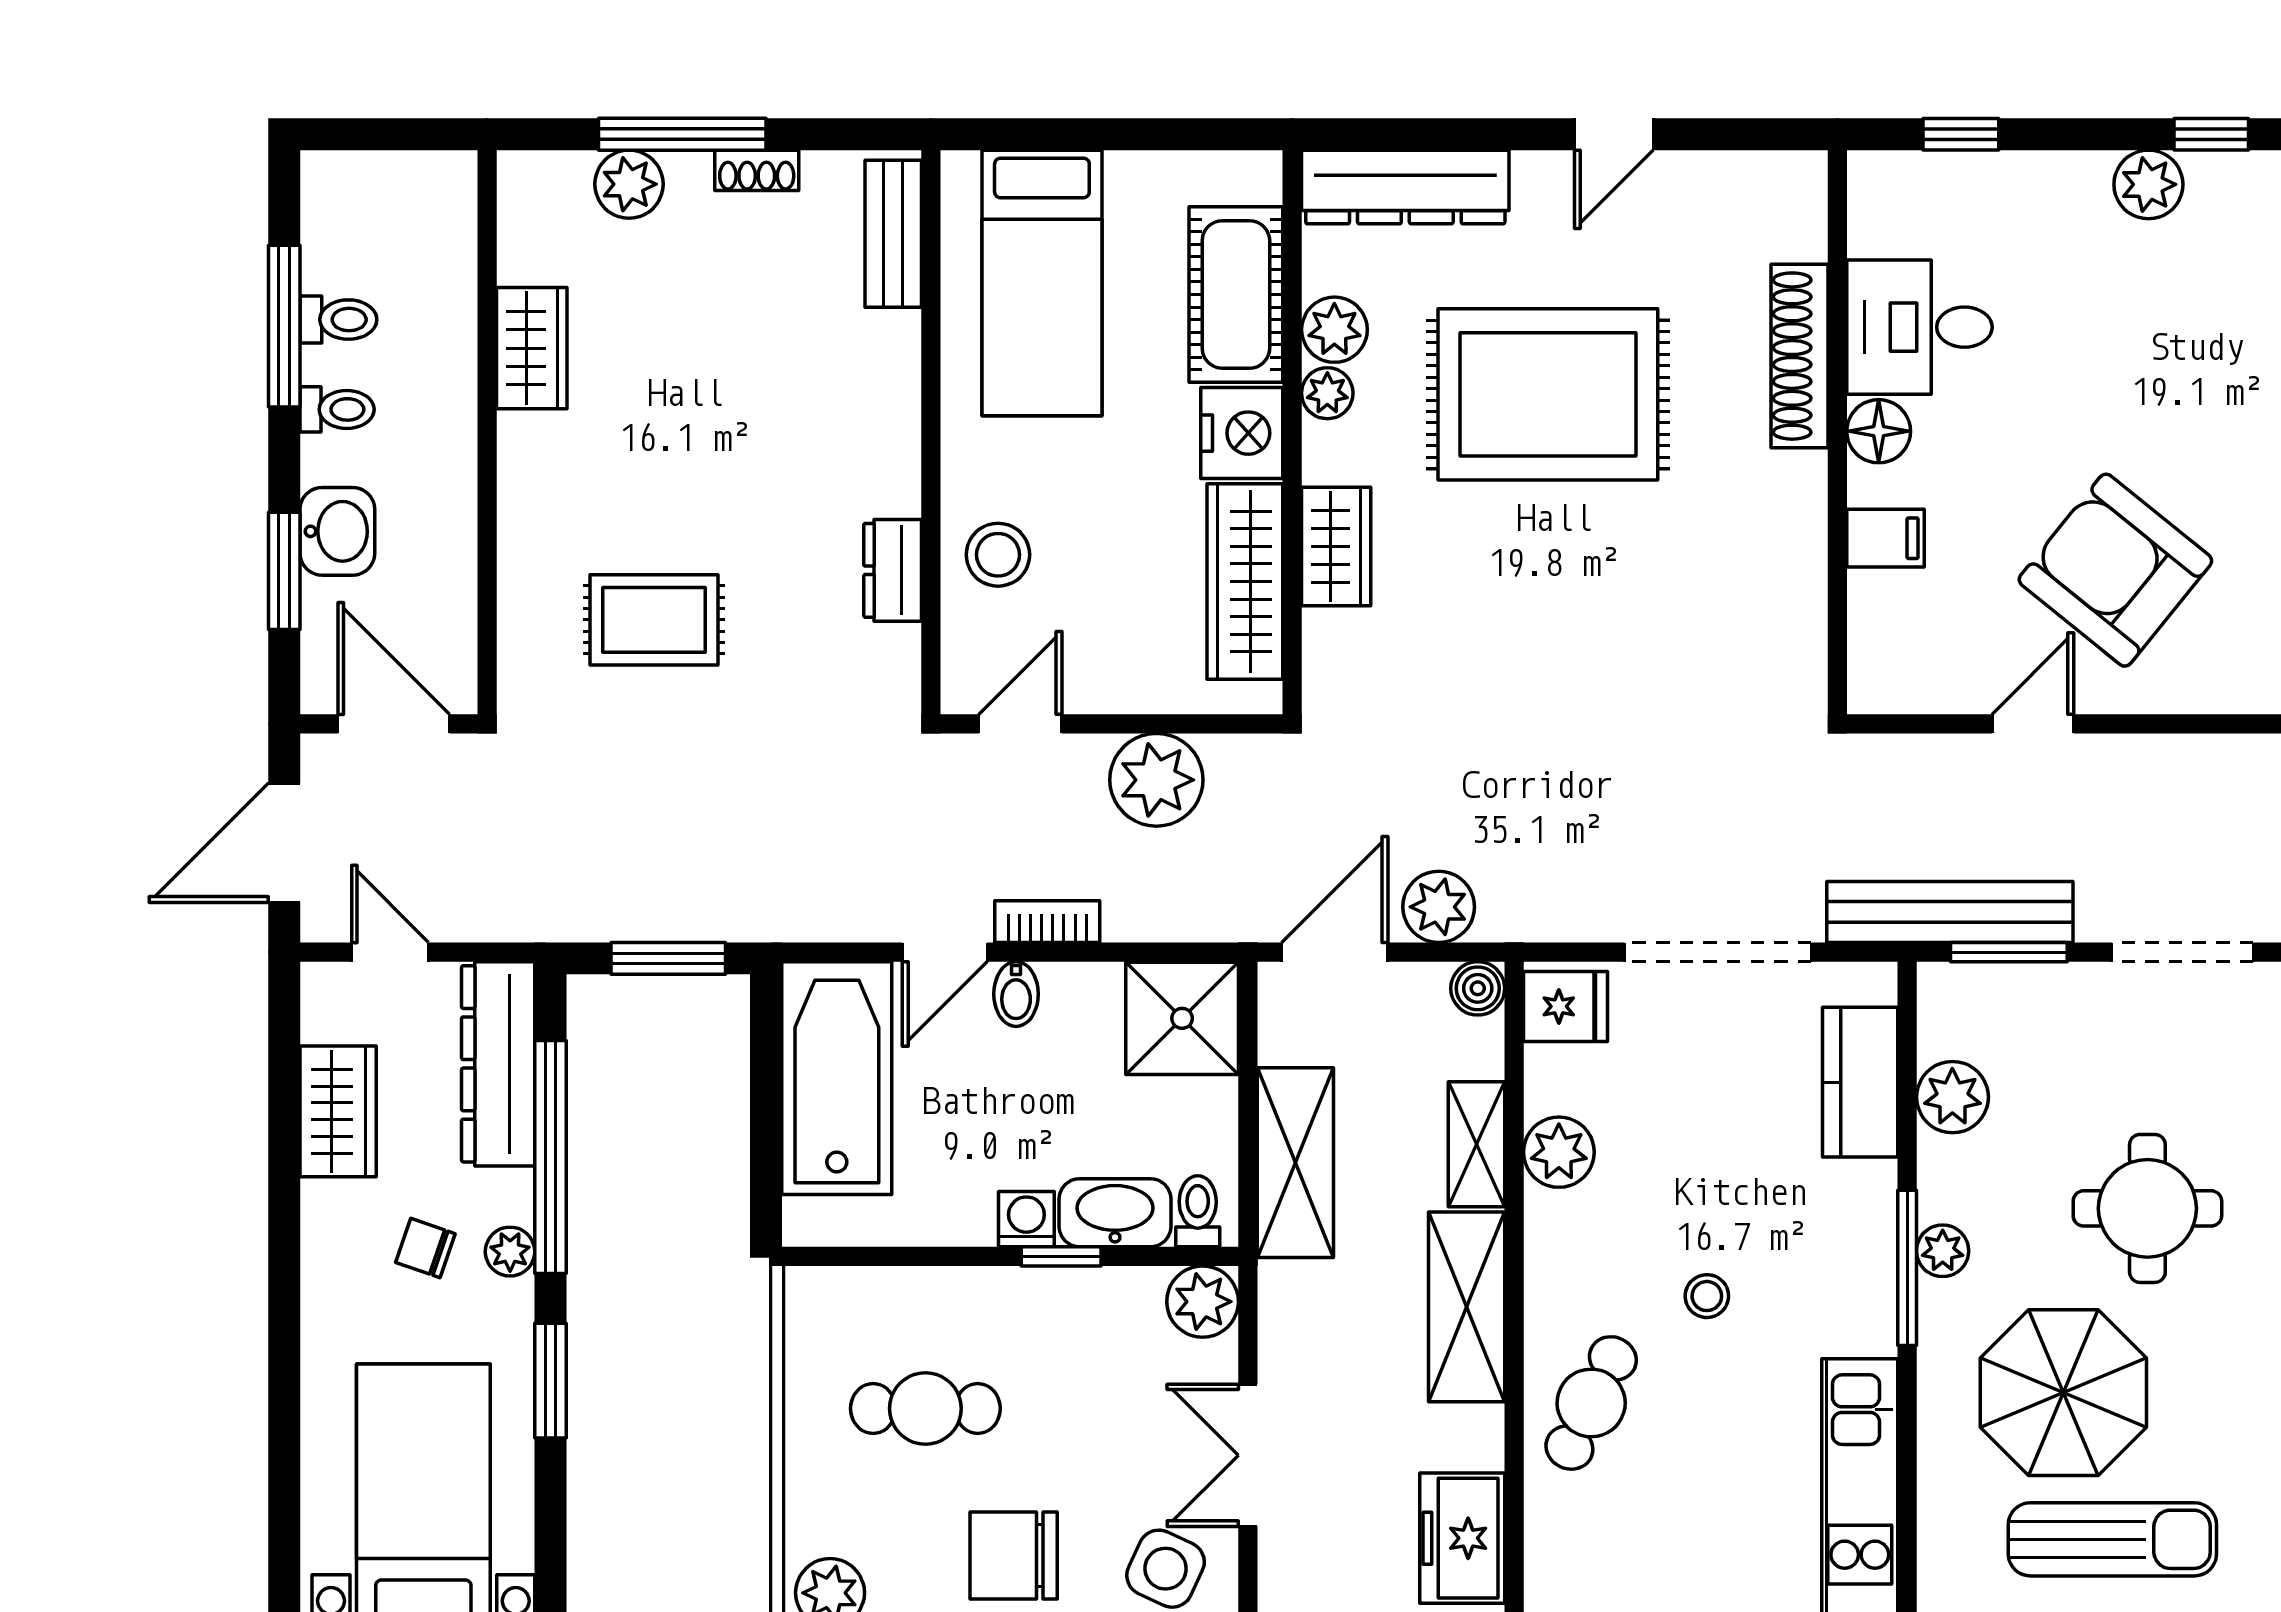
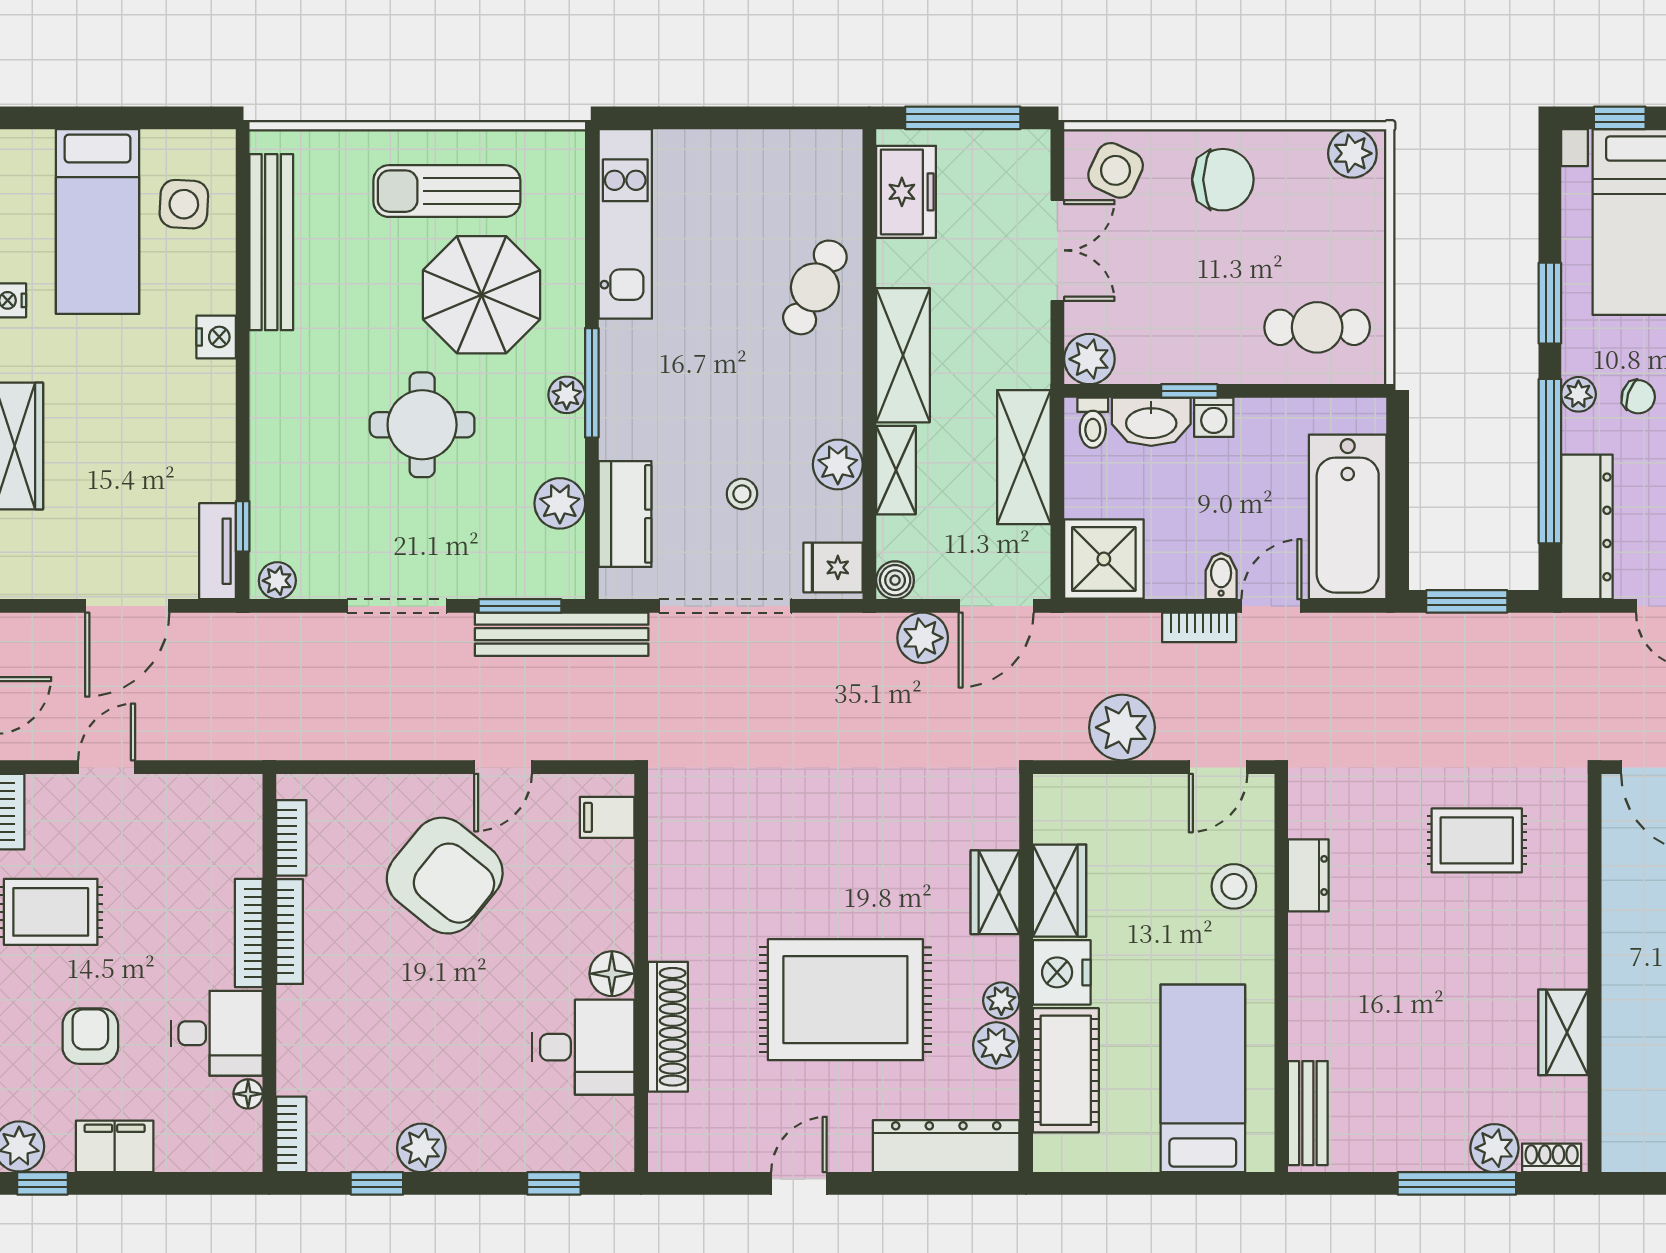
shoe rack: (757, 170) -> (1552, 1158), moved
filing cabinet: (1886, 538) -> (607, 817), moved
wardrobe: (1245, 581) -> (1059, 891), width x0.67
stool: (1707, 1296) -> (742, 494), moved
cafe table: (925, 1409) -> (1317, 327), moved

